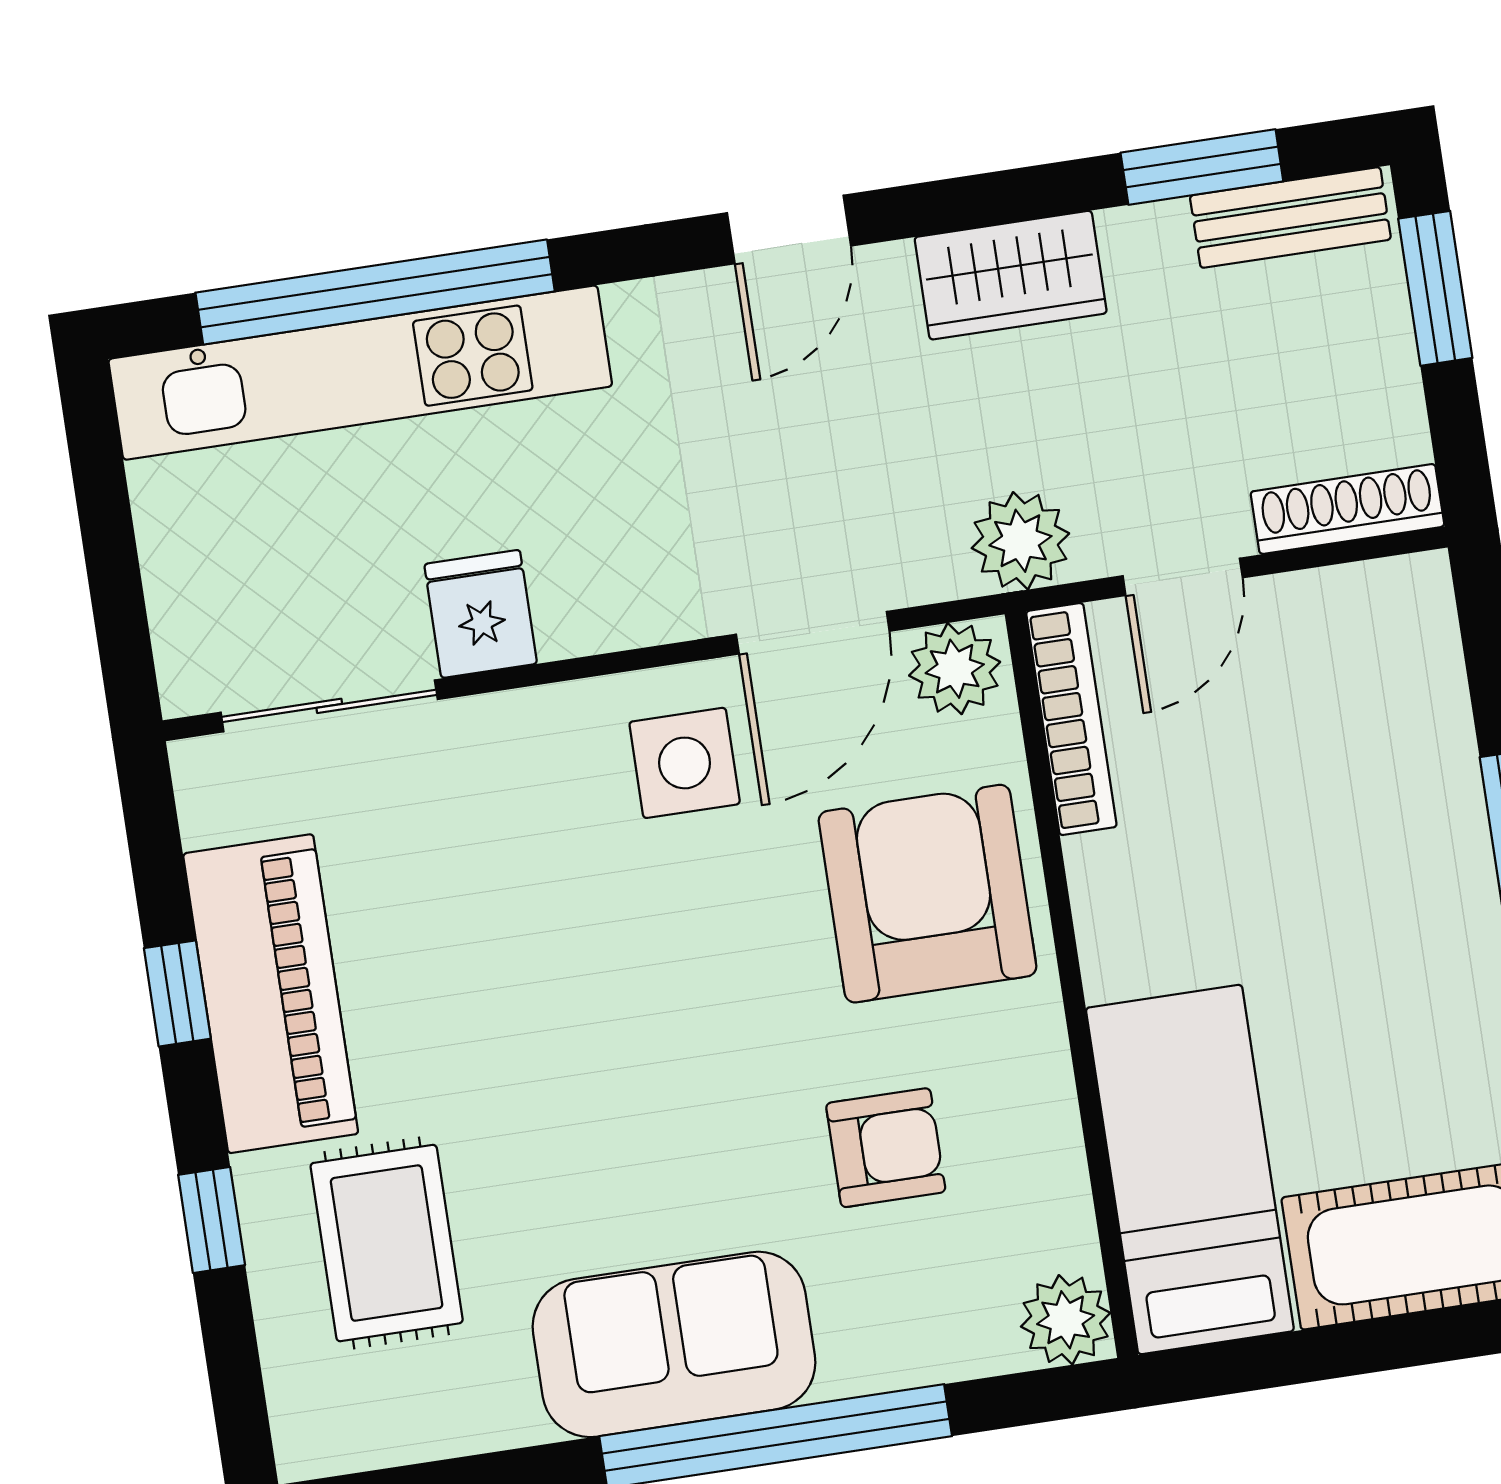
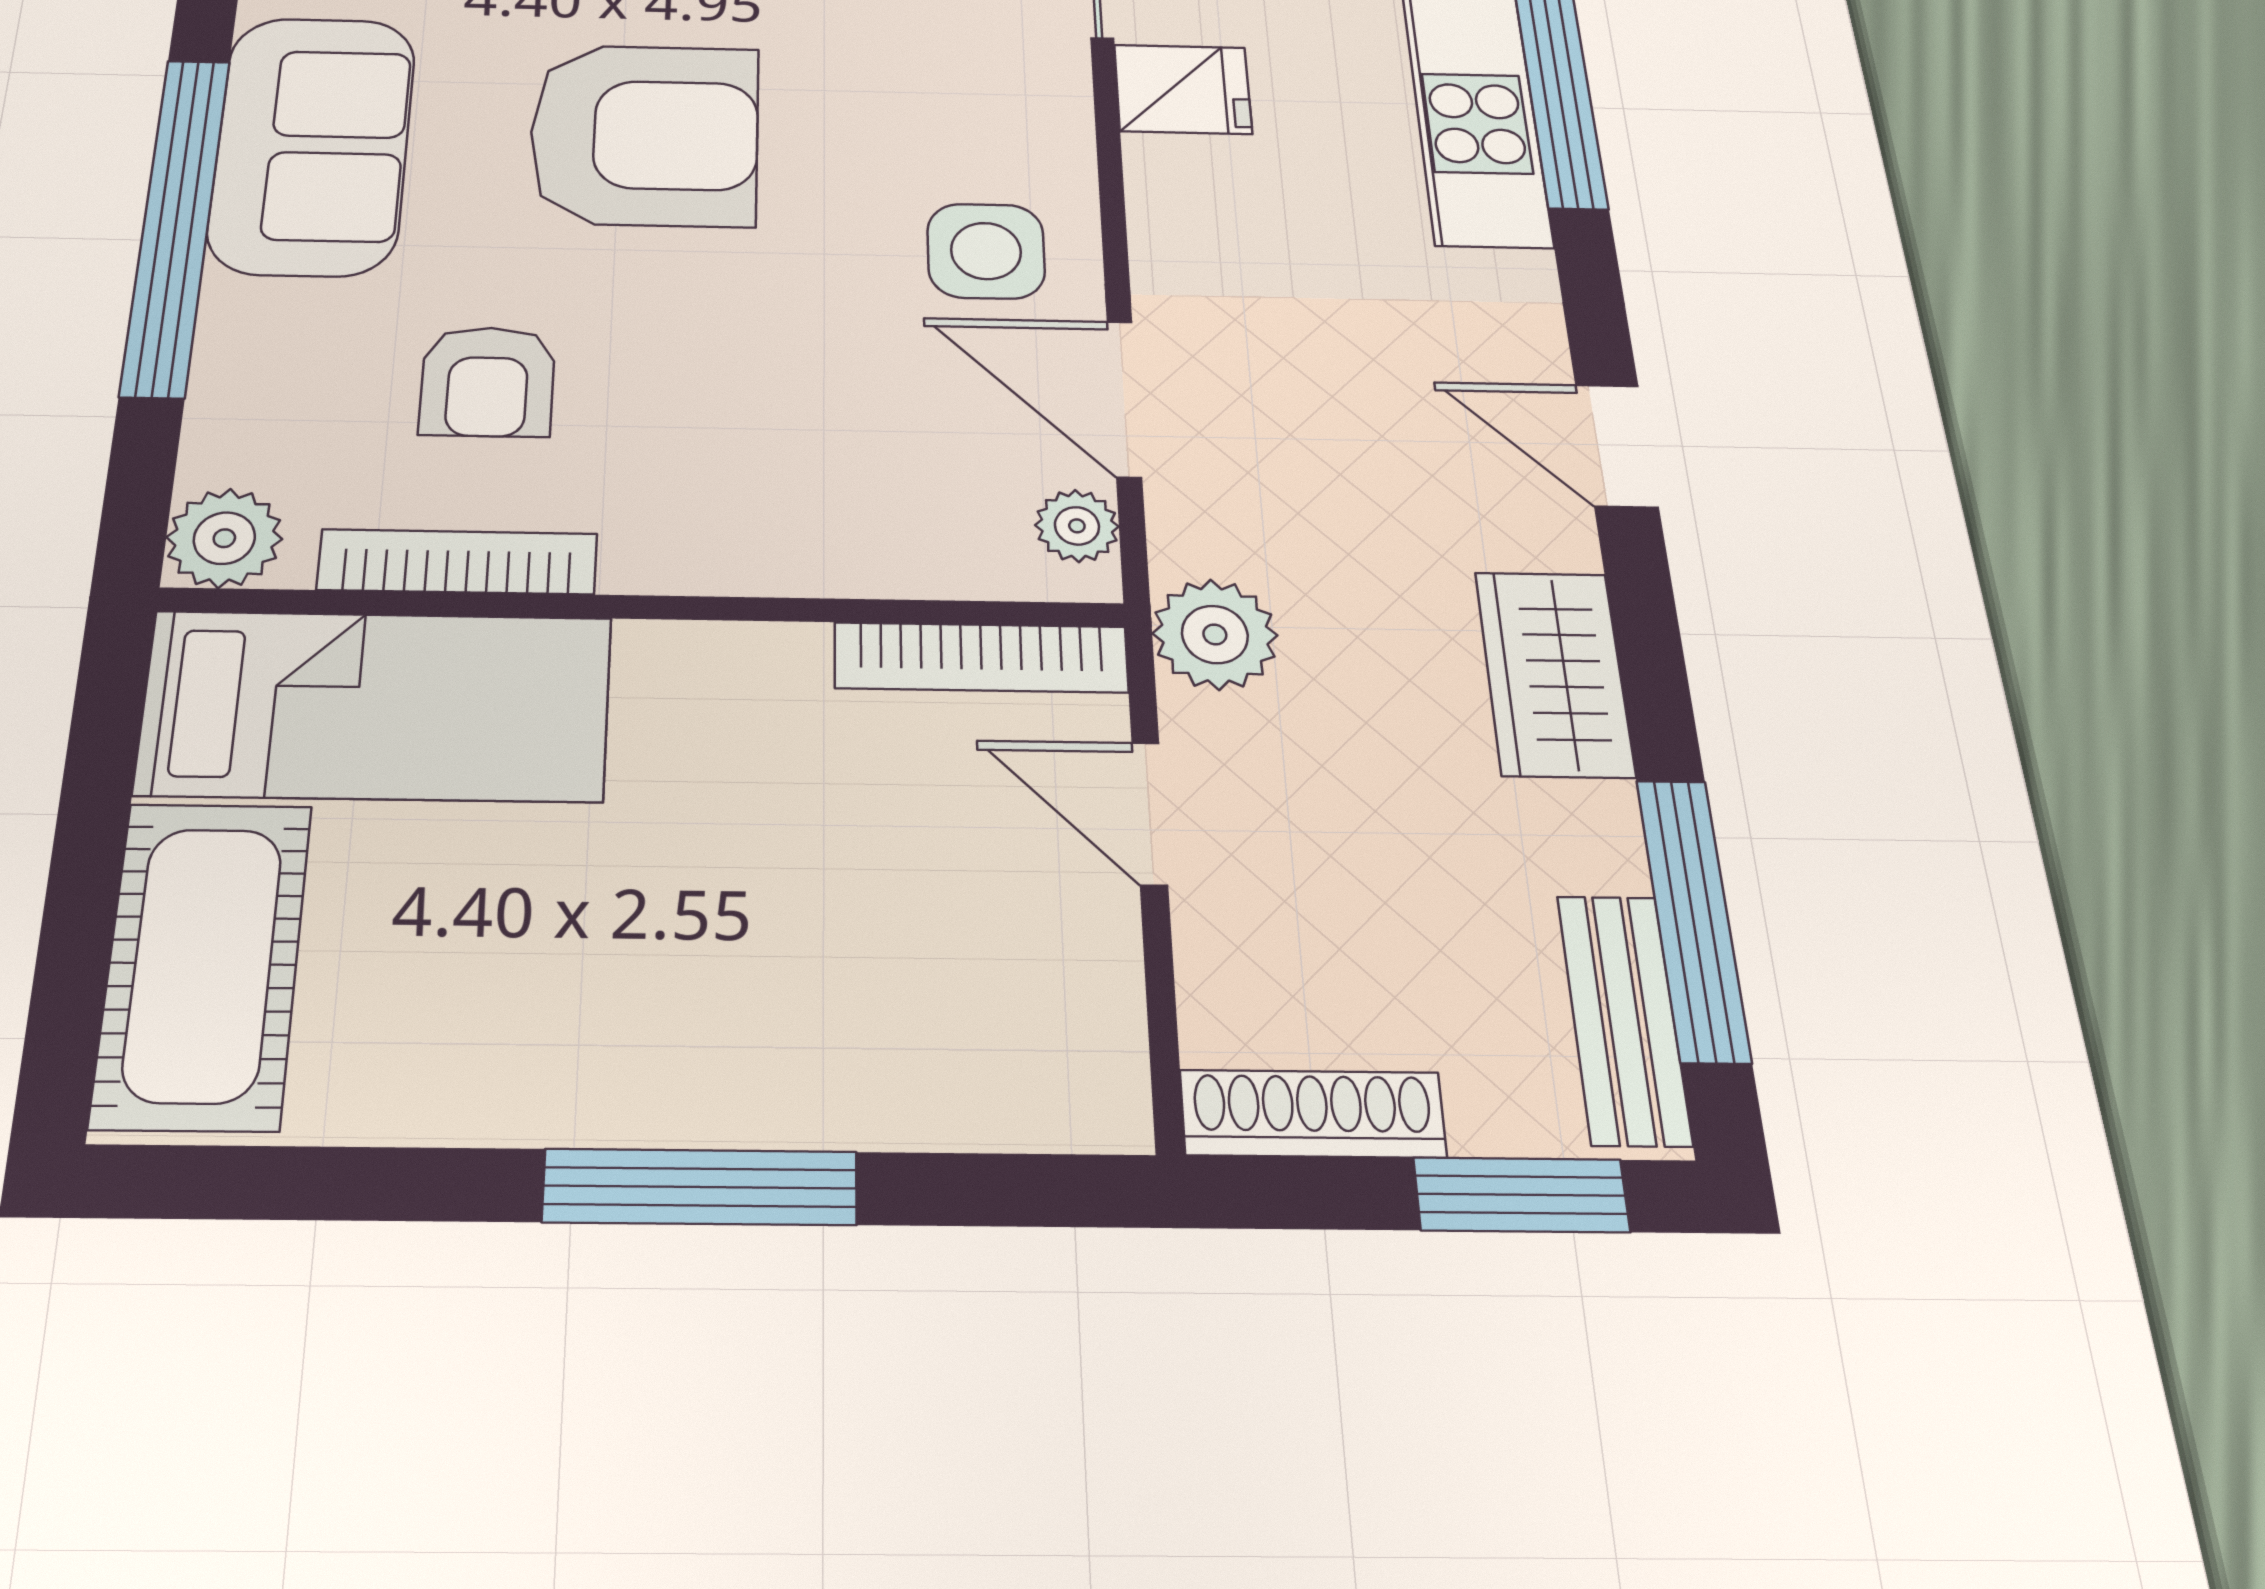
window: (1202, 167) -> (1693, 919), width x1.44
shoe rack: (1347, 509) -> (1313, 1114), moved, turned -90
plant: (955, 669) -> (1077, 526), width x0.73, depth x0.73
armchair: (928, 894) -> (644, 135), moved
bookcase: (1056, 1136) -> (458, 562), added

